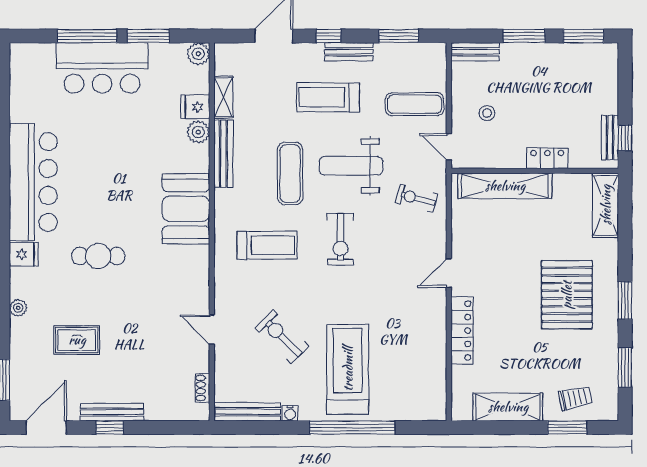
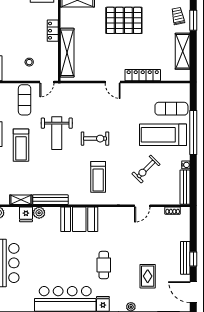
exercise mat: (290, 173) -> (171, 109), moved
exercise bike: (417, 198) -> (74, 99), removed
treadmill: (267, 245) -> (98, 177), turned 180

